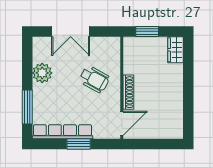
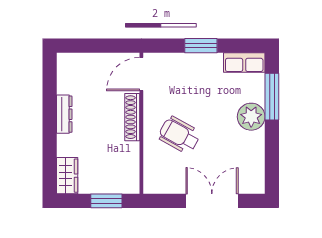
plant: (42, 73) -> (251, 117), moved
dresser: (178, 94) -> (64, 114), added
row of seats: (62, 132) -> (244, 63), width x0.50

